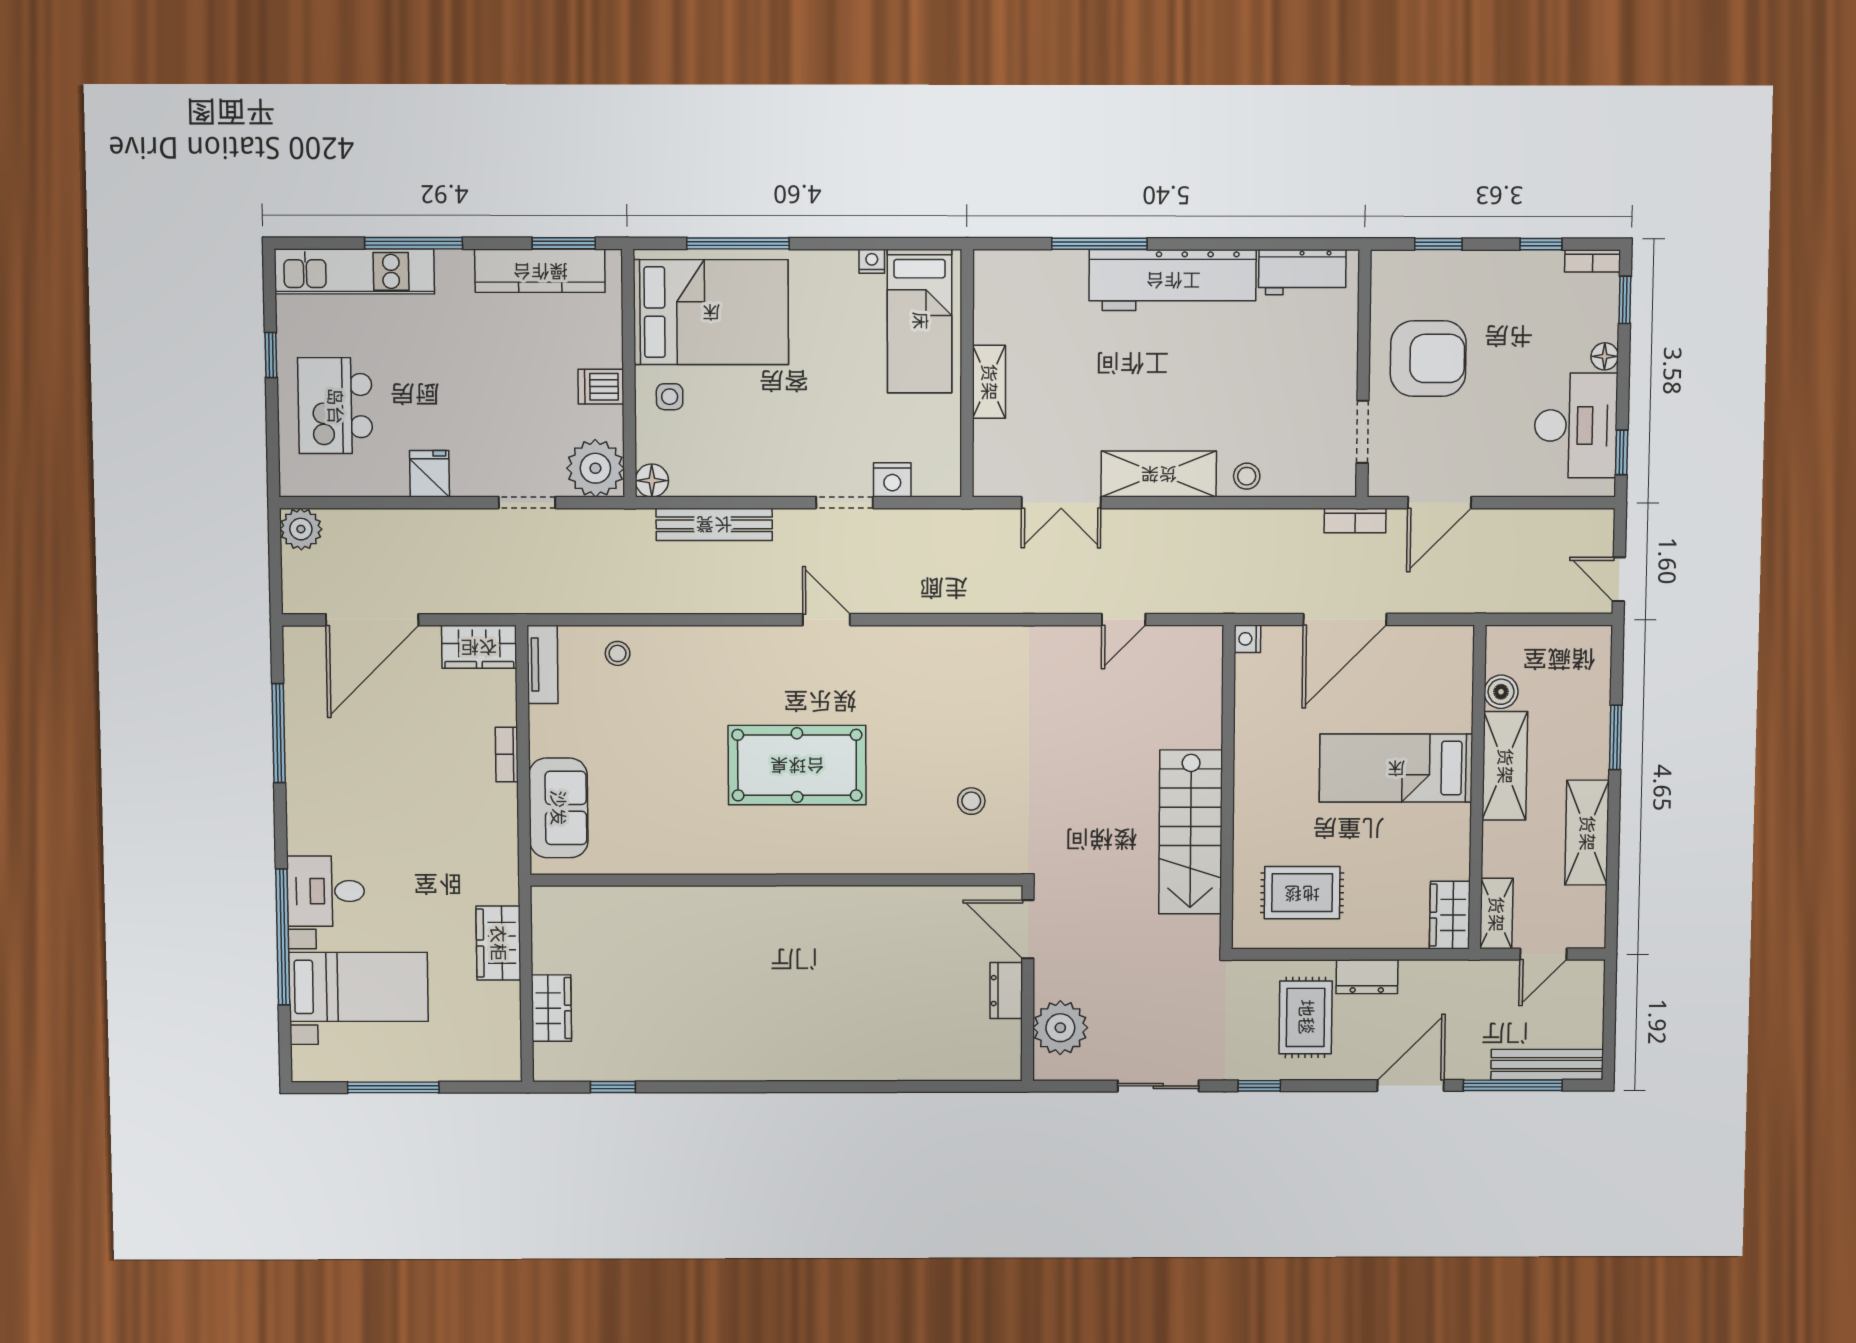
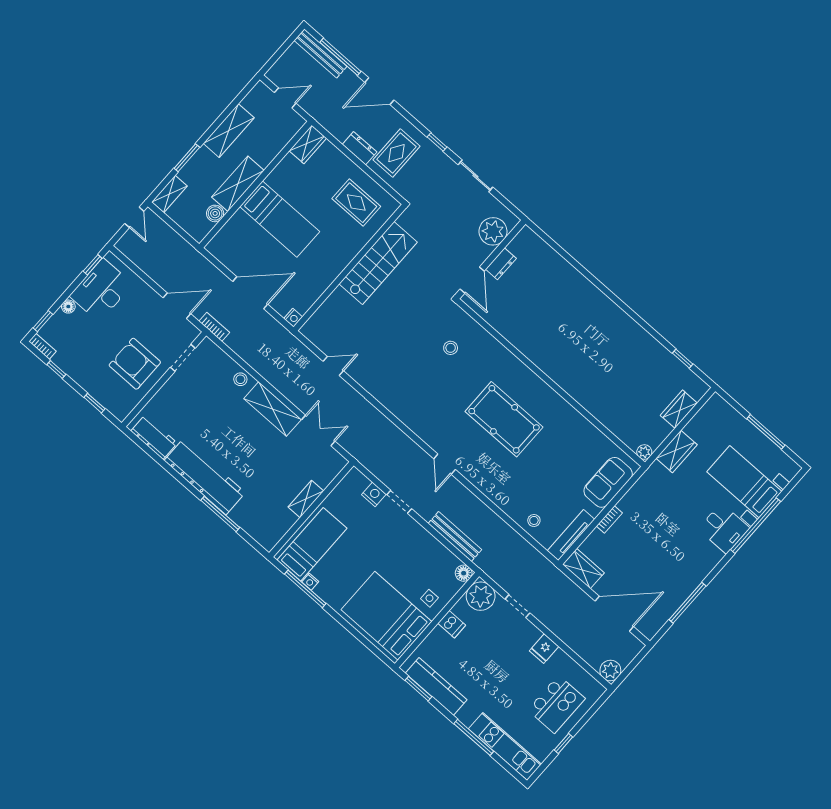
window: (738, 243) -> (305, 589), moved
tv unit: (542, 664) -> (571, 535), width x1.41
plant: (545, 900) -> (644, 452), added
shelving: (1496, 914) -> (169, 194), moved

